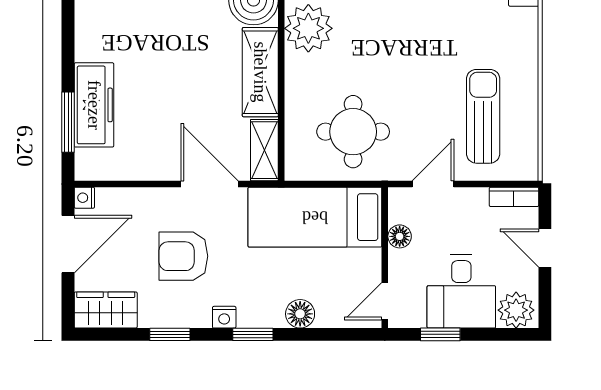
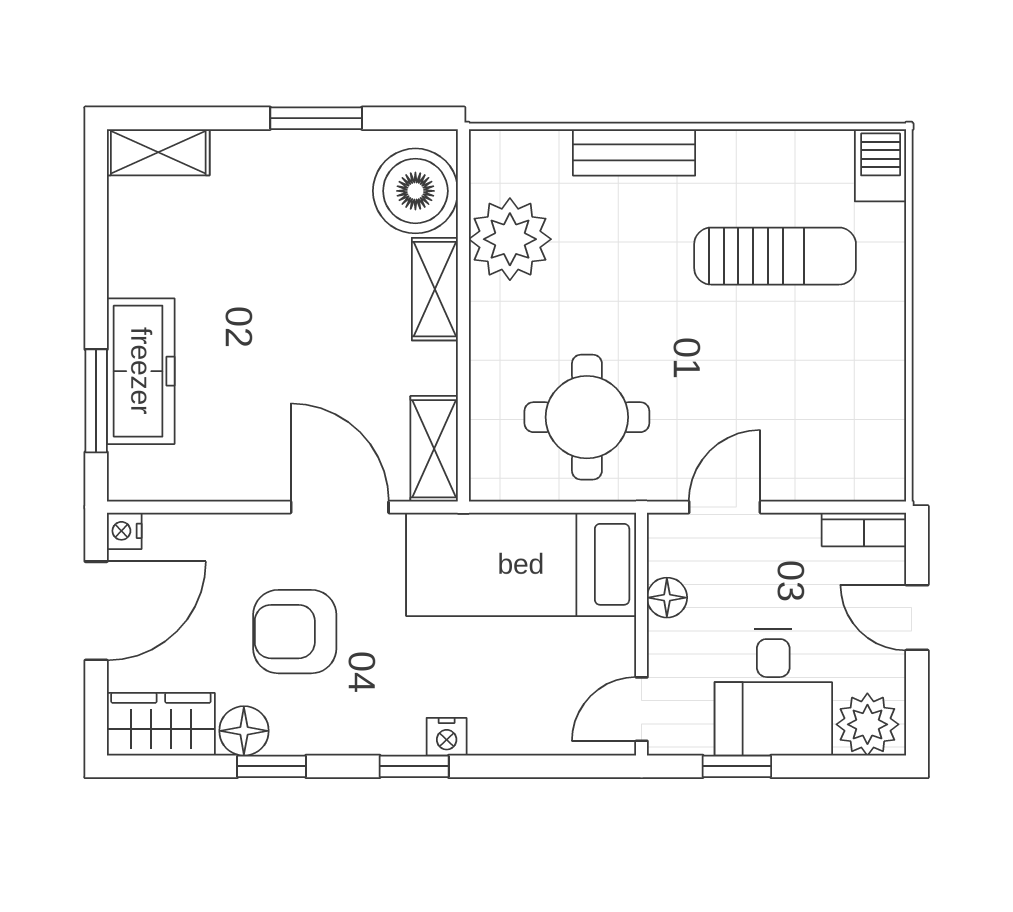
shelving: (260, 72) -> (435, 289), width x0.67, depth x0.75
sun lounger: (483, 116) -> (775, 256), moved, turned 90
floor lamp: (300, 314) -> (244, 731), moved
nightstand: (224, 317) -> (447, 737), moved

